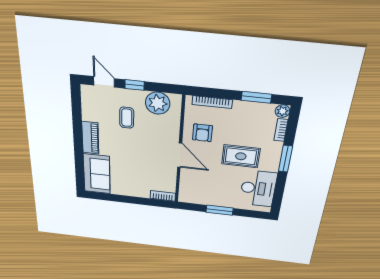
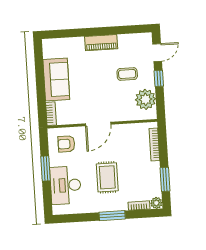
armchair: (202, 133) -> (66, 144), moved
sofa: (97, 174) -> (56, 80), moved, turned -90
desk: (258, 188) -> (66, 185), moved, turned 90

